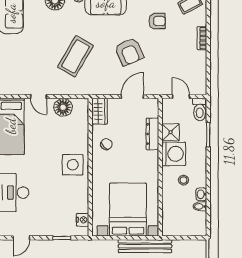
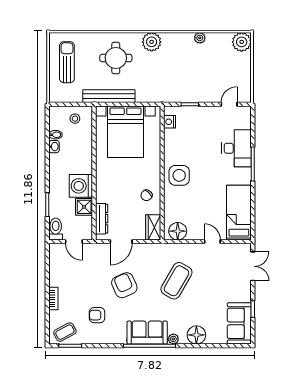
floor lamp: (63, 107) -> (178, 231), moved
dresser: (152, 134) -> (102, 219), moved
stool: (183, 180) -> (75, 119), moved

